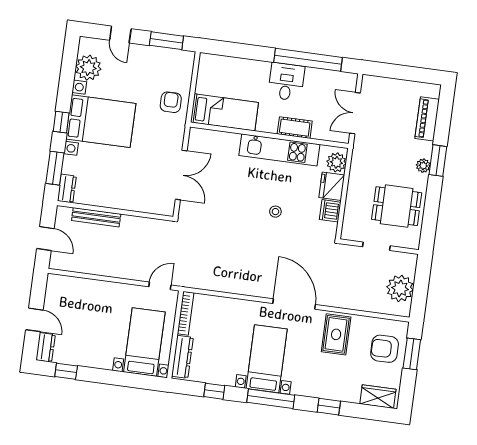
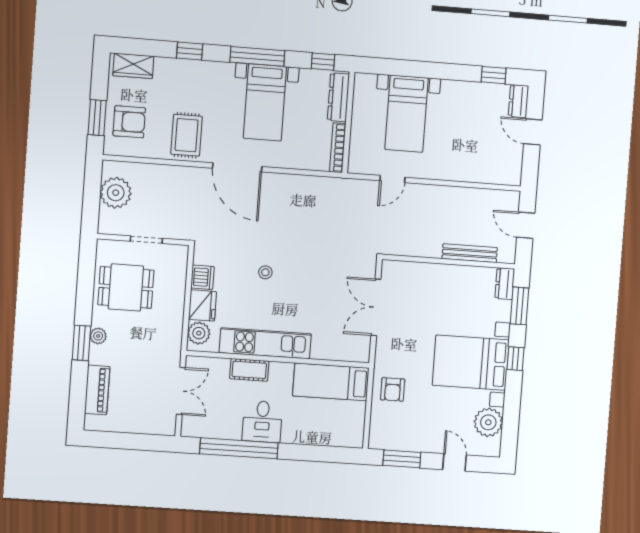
bookcase: (186, 313) -> (338, 148), moved
wall: (175, 335) -> (348, 122), moved
dresser: (182, 357) -> (338, 97), moved

